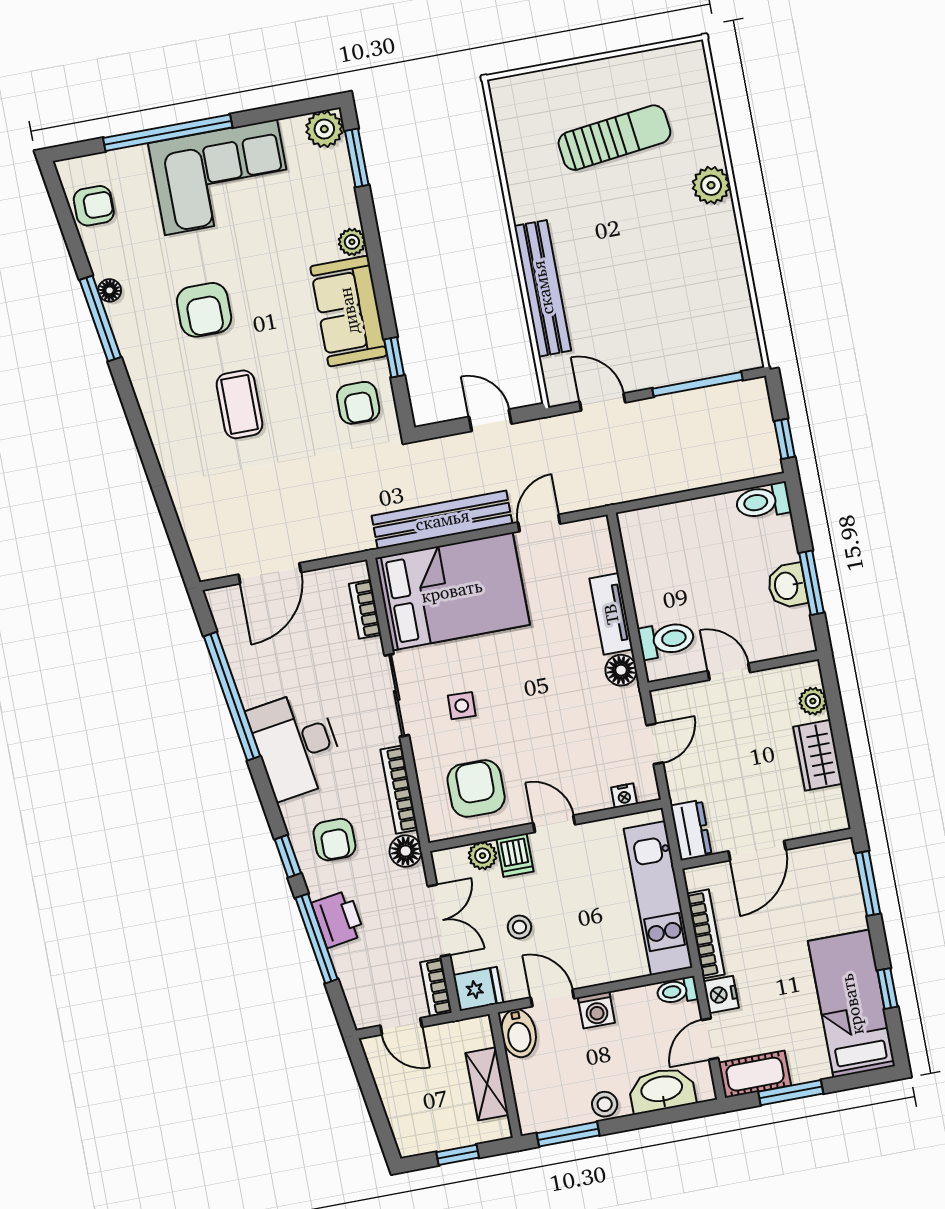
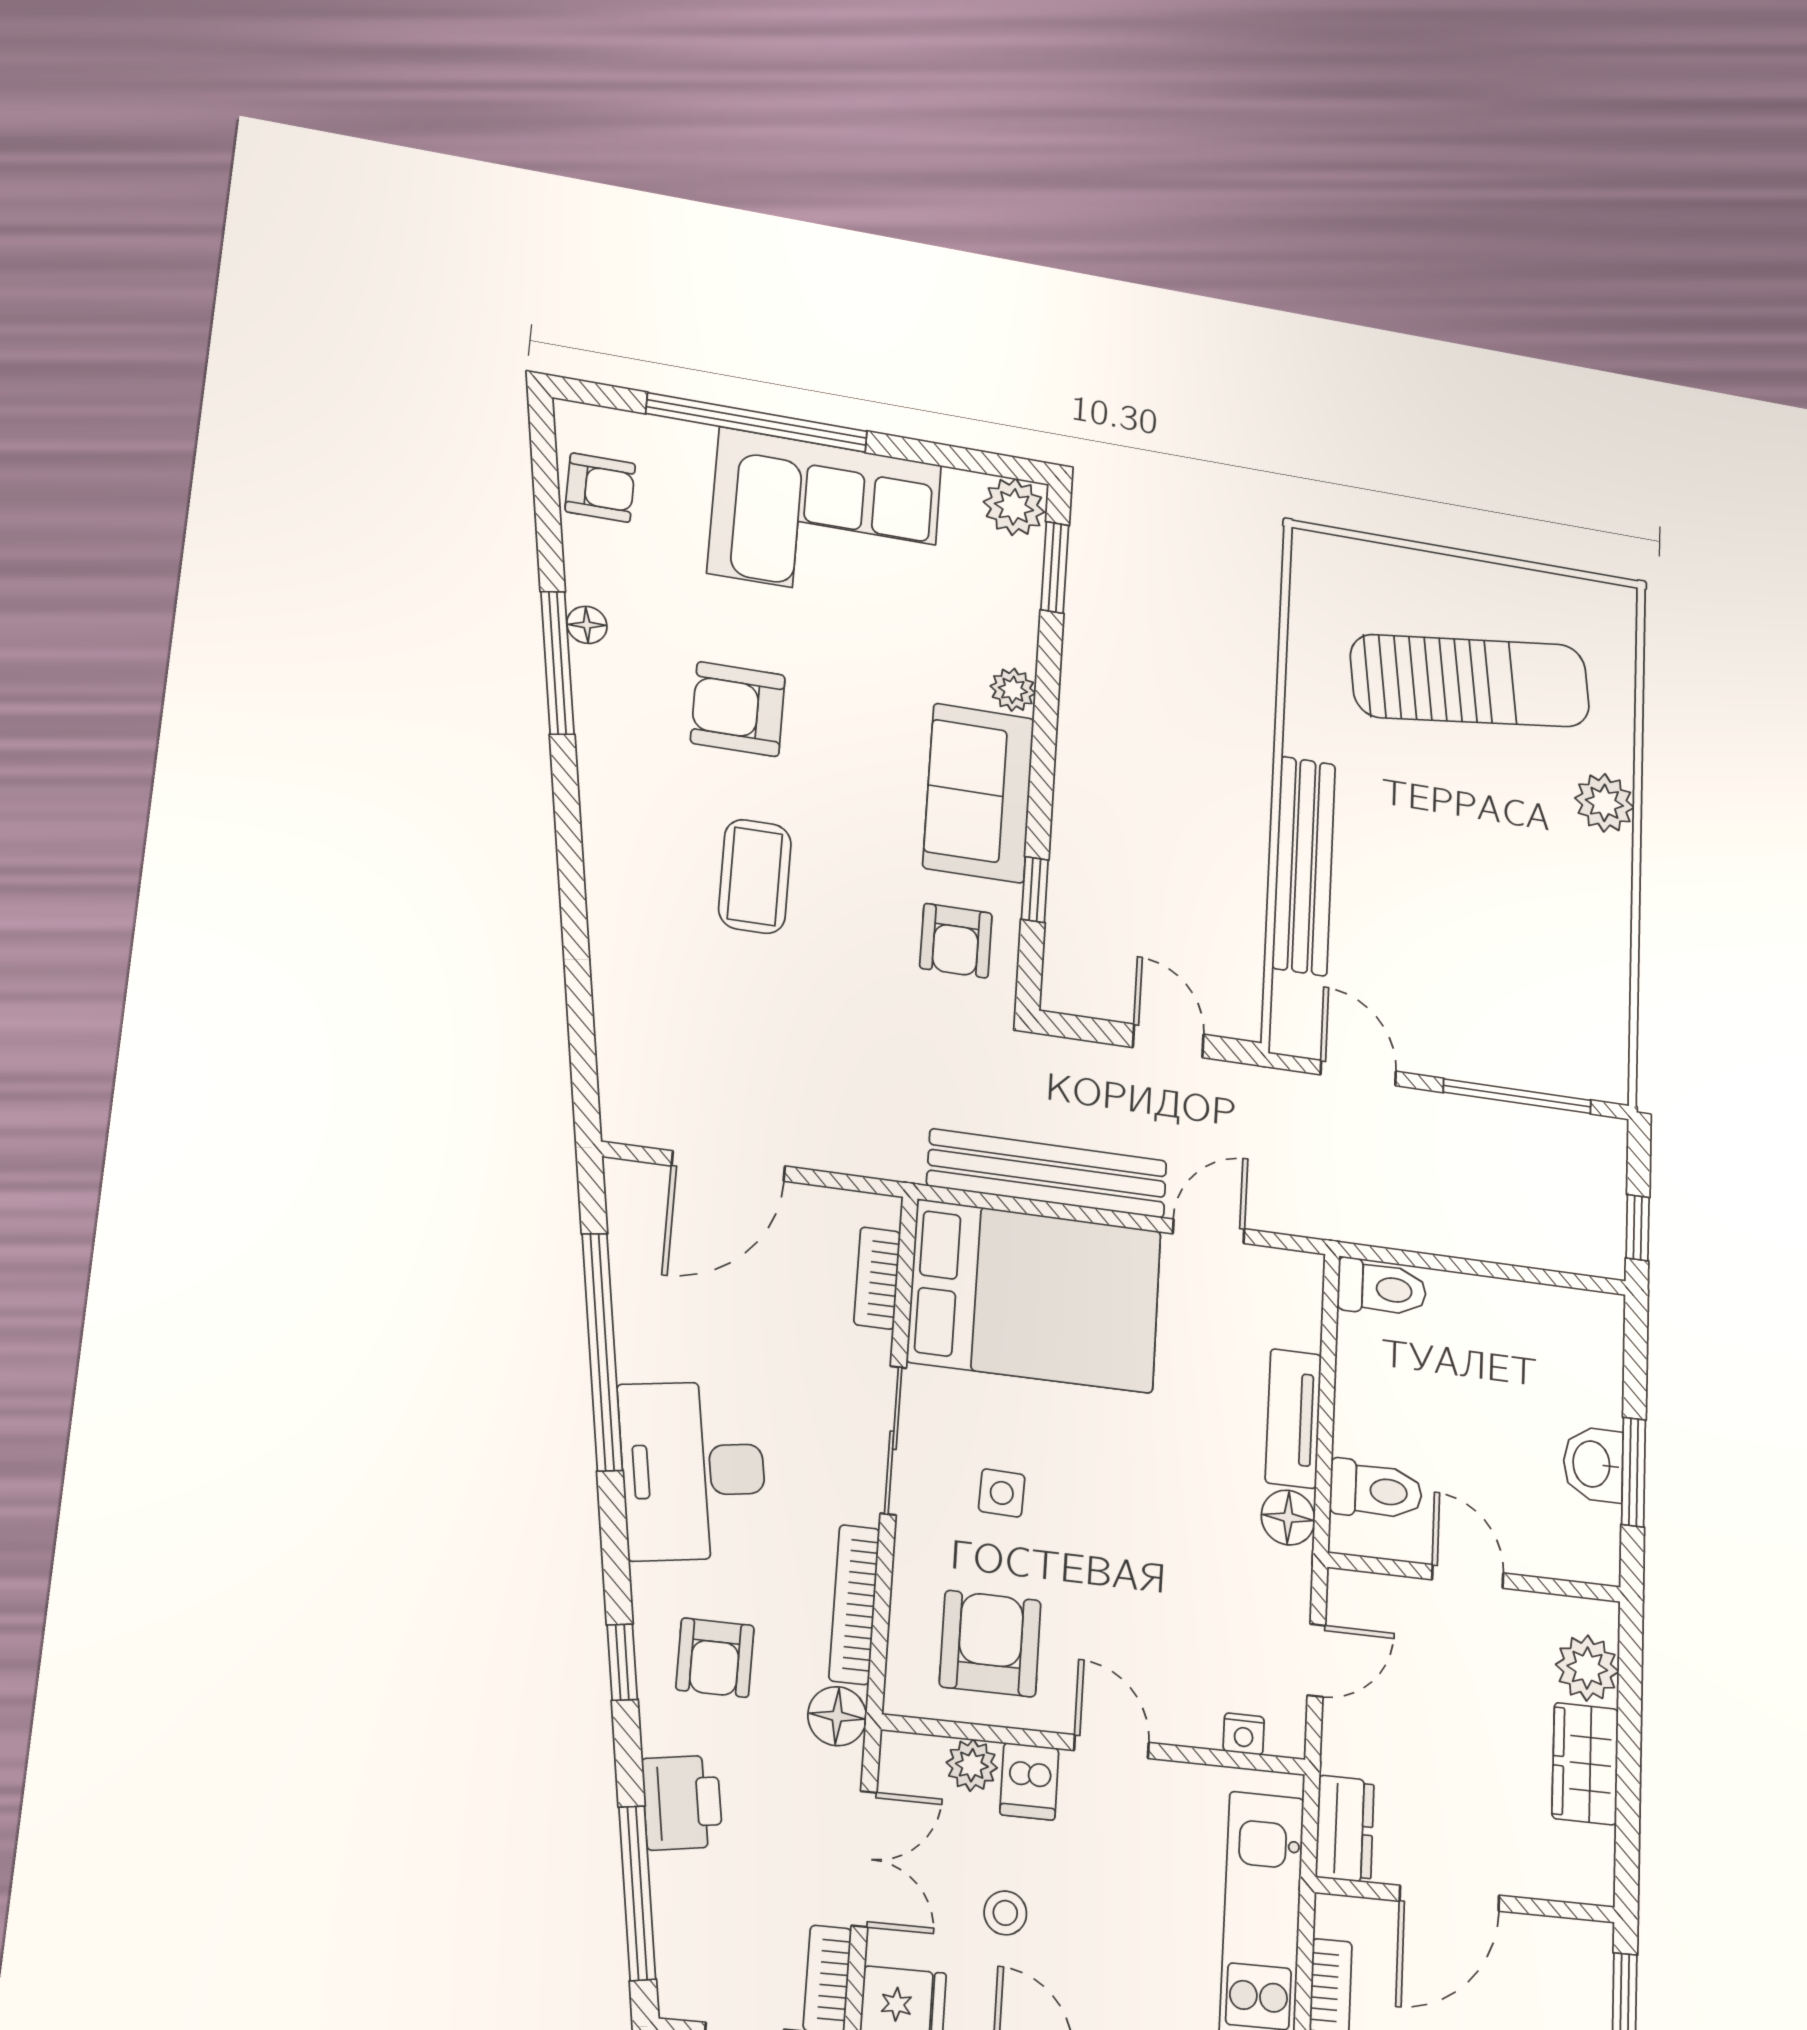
sun lounger: (614, 138) -> (1470, 681), width x1.36, depth x1.34
armchair: (204, 310) -> (738, 709), turned 90
toilet: (763, 501) -> (1382, 1288), moved, turned 180
plant: (813, 701) -> (1587, 1668), width x1.38, depth x1.38
window: (317, 939) -> (637, 1893), moved

